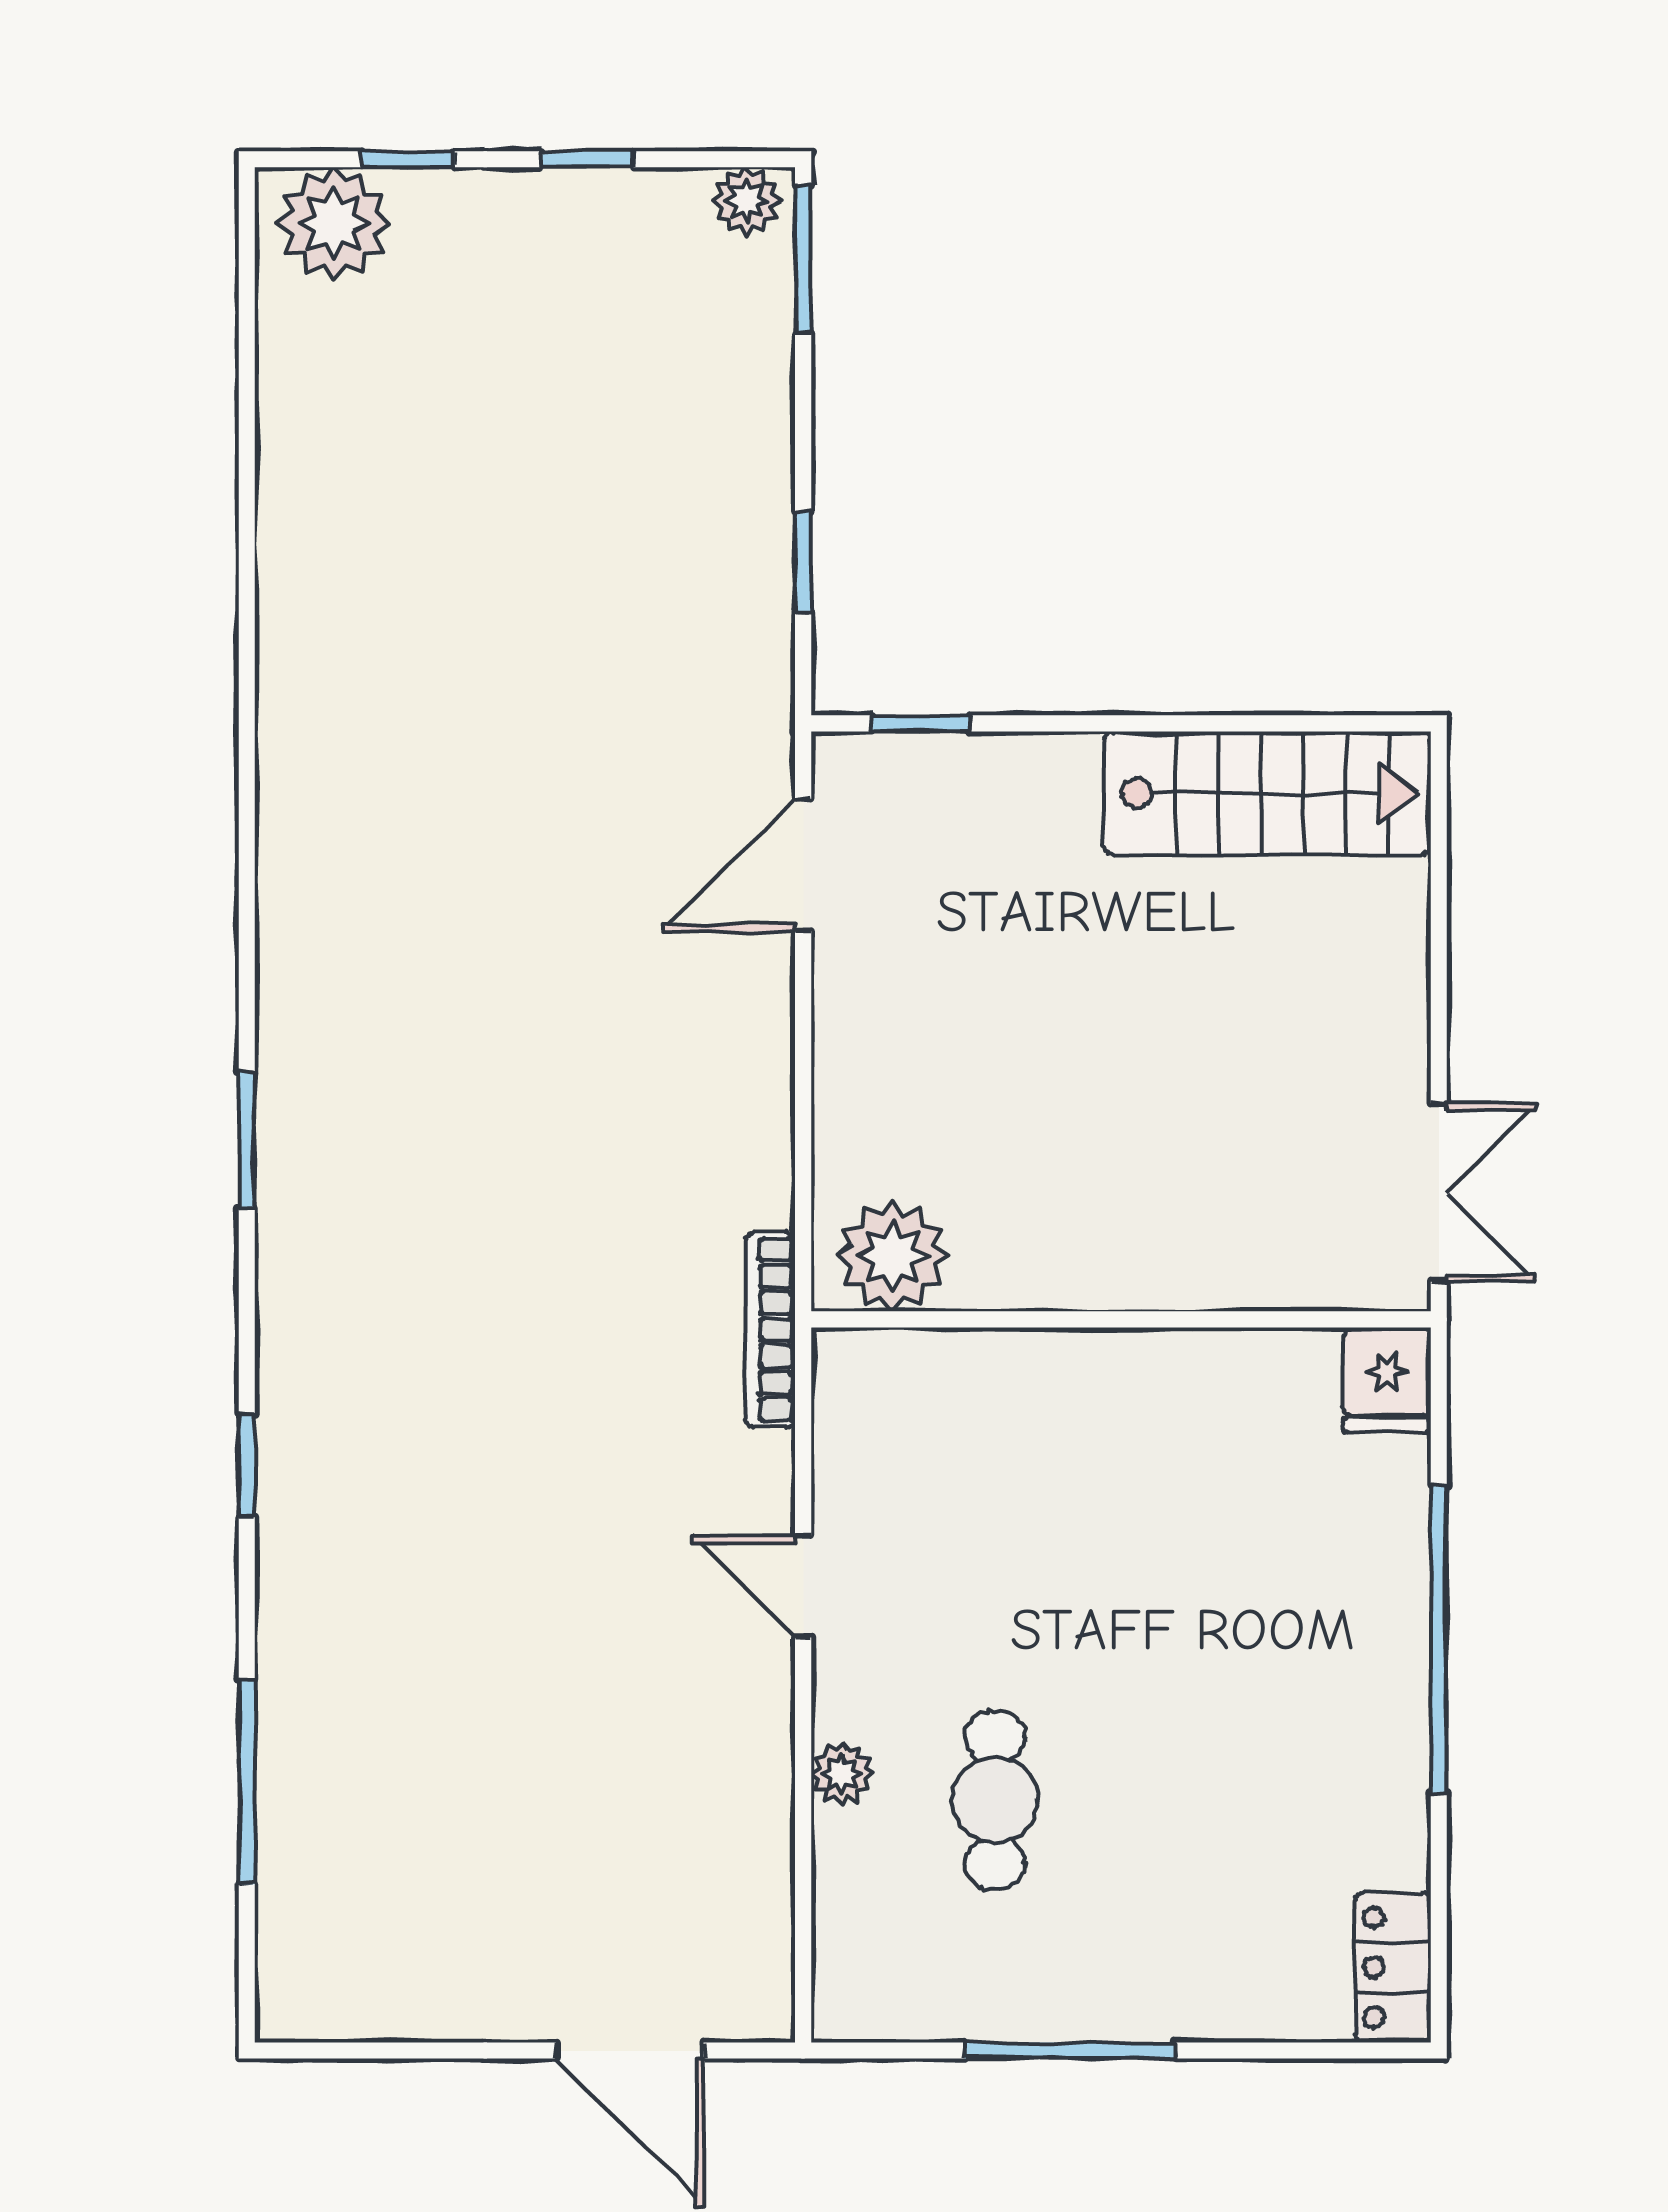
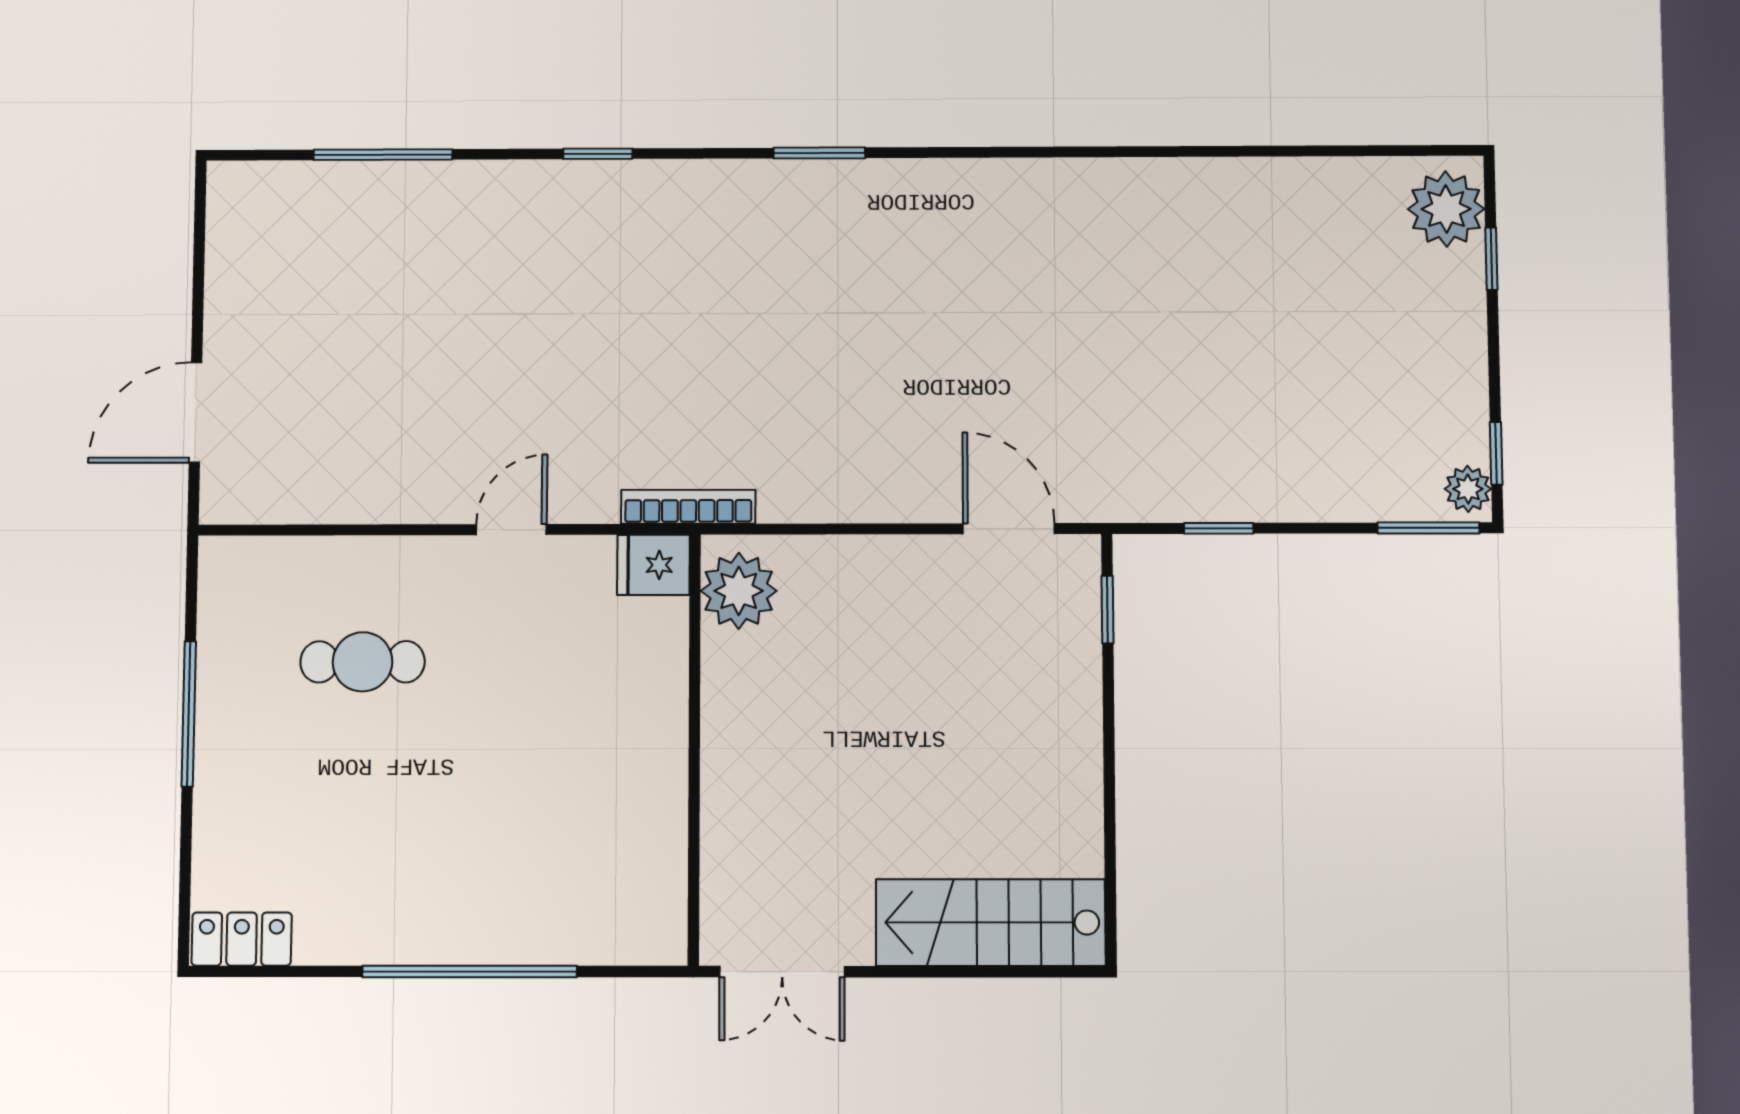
window: (587, 159) -> (1496, 453), moved
stairs: (1267, 793) -> (991, 923), moved, turned 90
fridge: (1387, 1380) -> (653, 565), moved
plant: (842, 1774) -> (382, 557), removed

